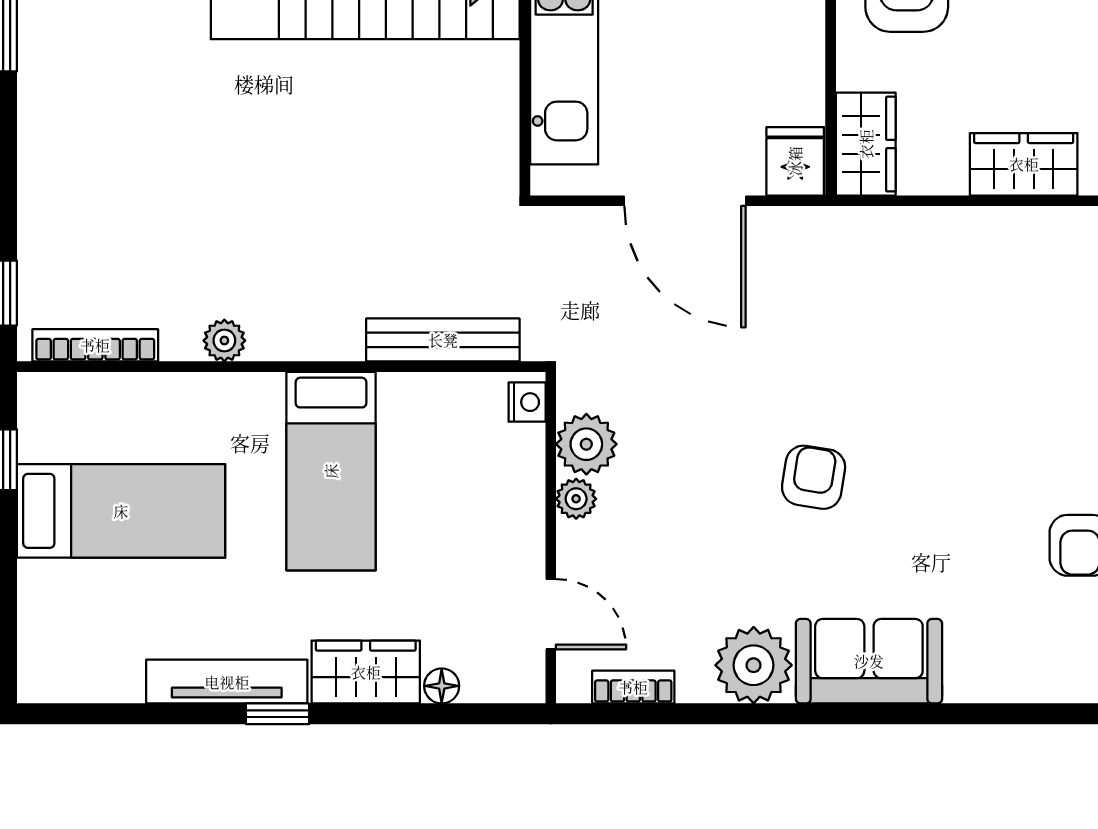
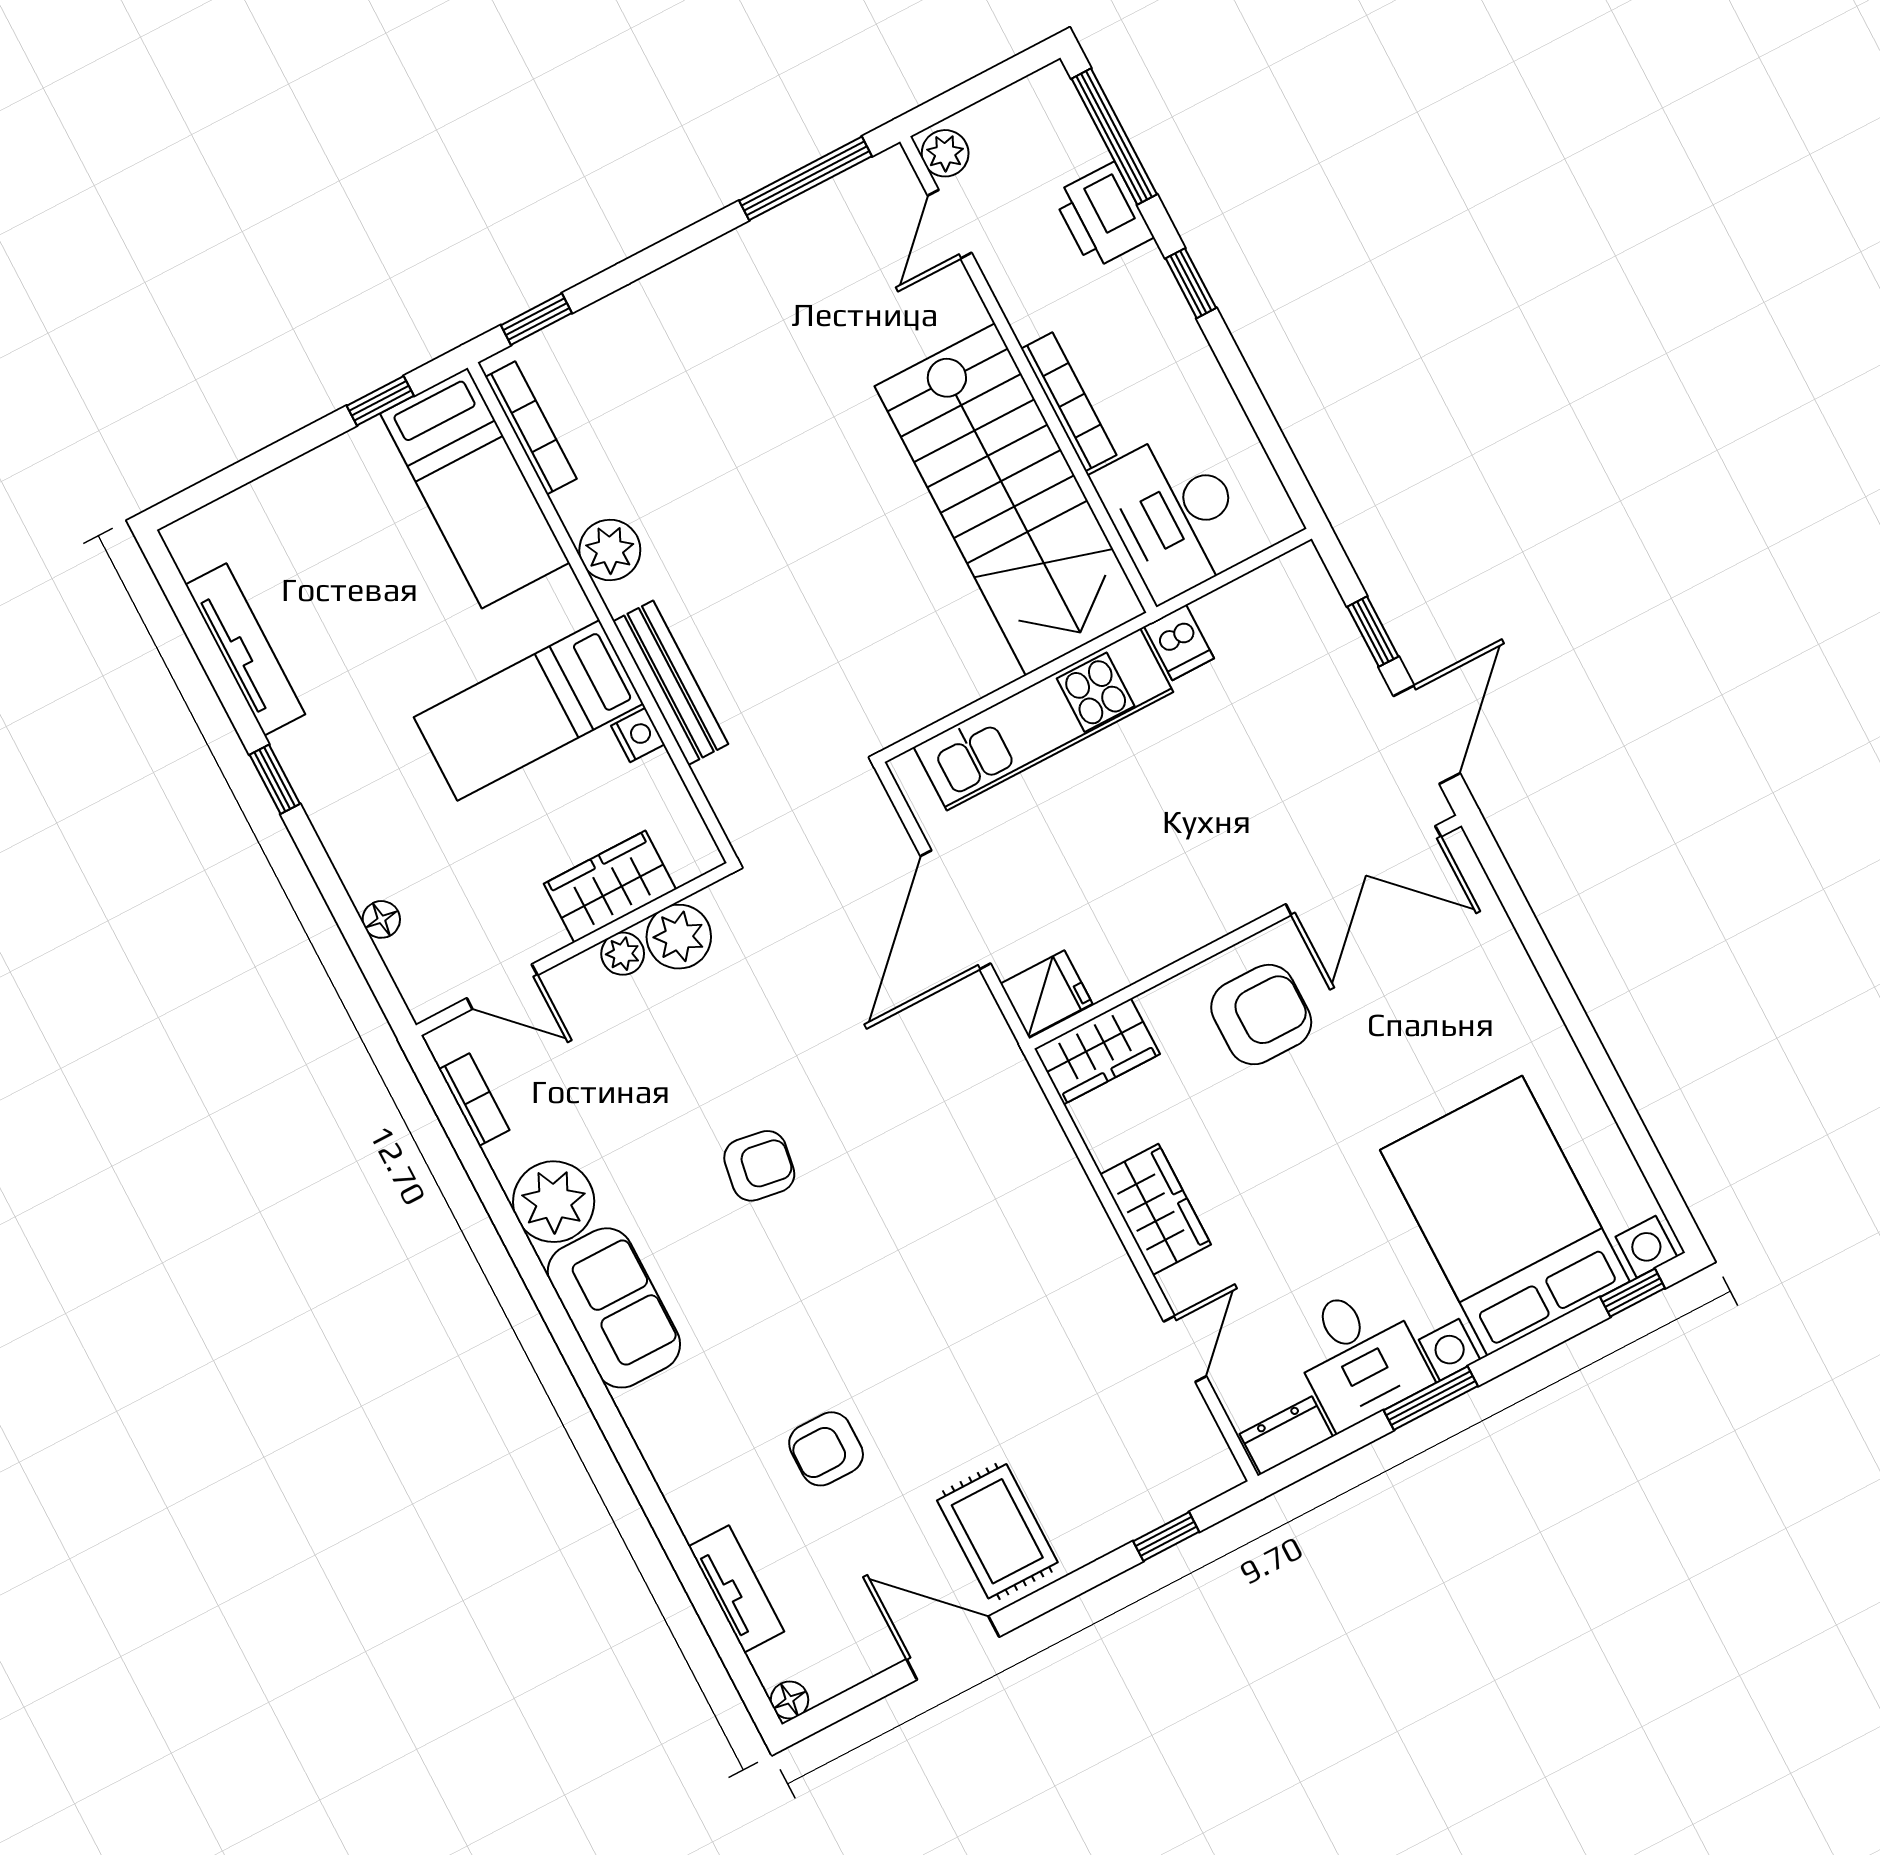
bench: (443, 340) -> (671, 683), moved
plant: (224, 341) -> (610, 550), width x1.38, depth x1.38
nightstand: (527, 402) -> (638, 735), moved, turned -90
bed: (121, 511) -> (475, 488), moved
door: (551, 614) -> (502, 987), hinge flipped
wardrobe: (366, 672) -> (610, 887), moved, turned -90
tv unit: (227, 682) -> (245, 649), moved

